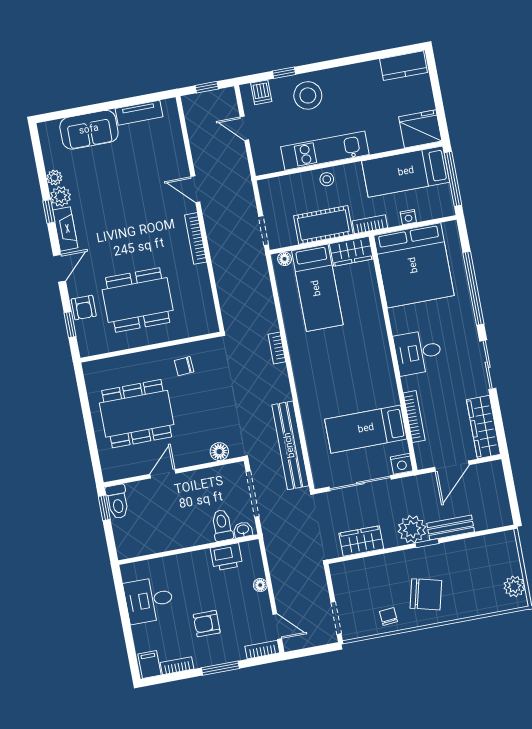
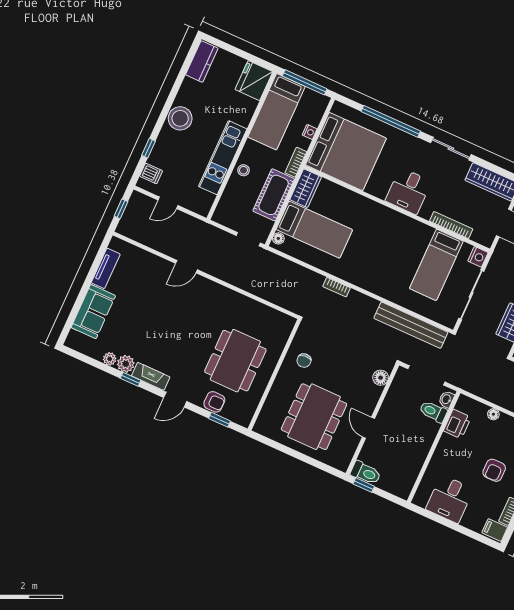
stool: (308, 95) -> (180, 118), moved
bookcase: (196, 238) -> (221, 290), removed
door: (59, 268) -> (175, 400), swing flipped

